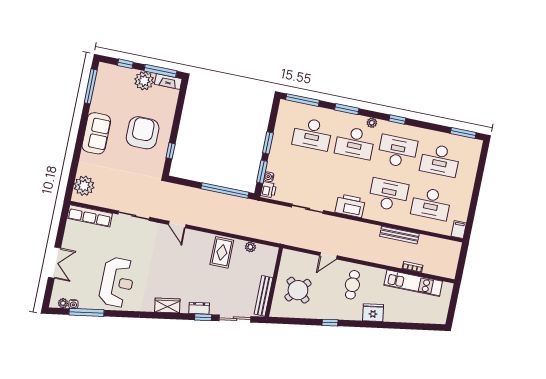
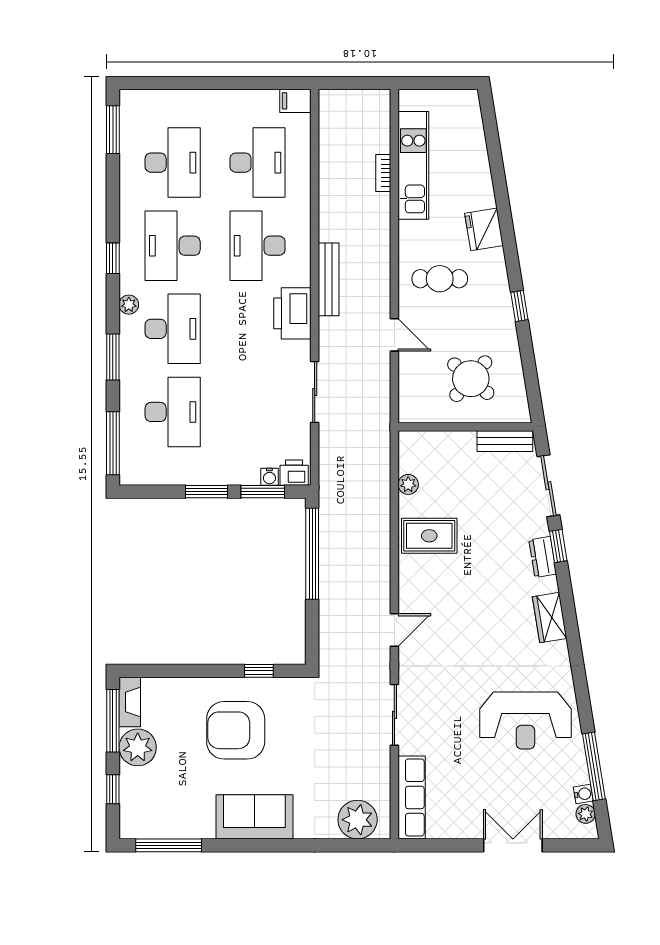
bench: (399, 235) -> (329, 279), moved
reception desk: (117, 282) -> (525, 720), turned 180
bench: (263, 296) -> (505, 441), width x0.73

